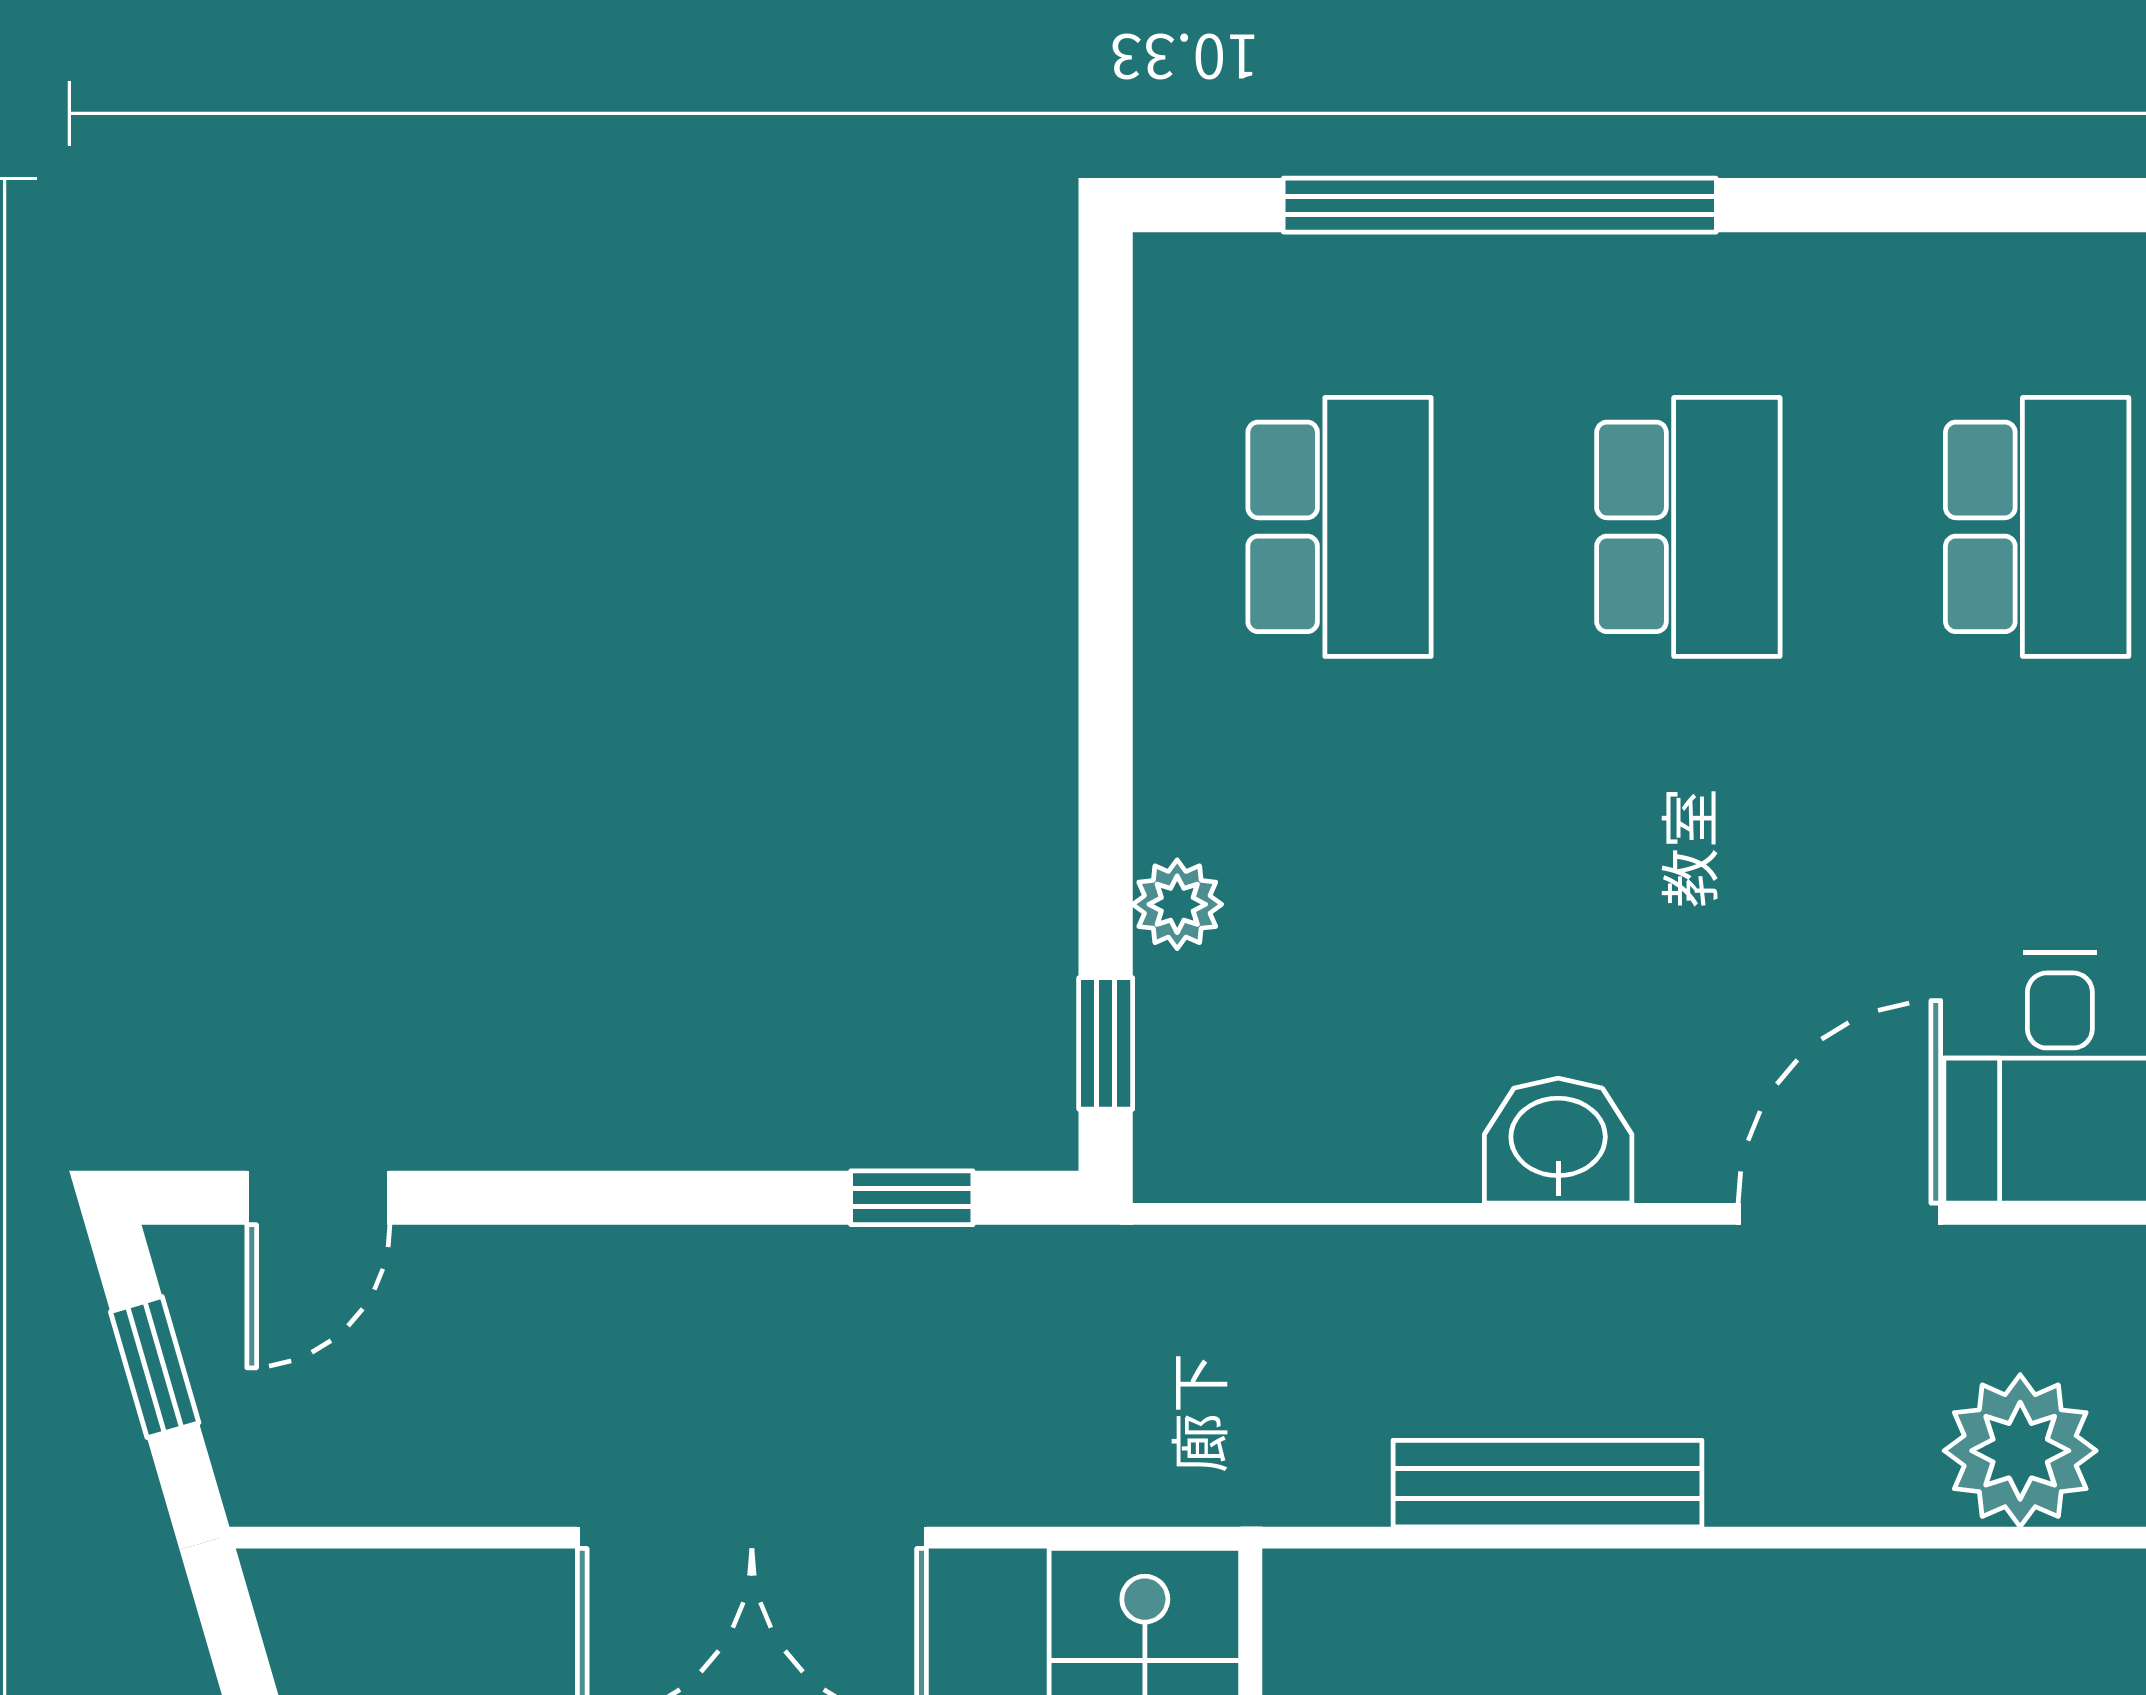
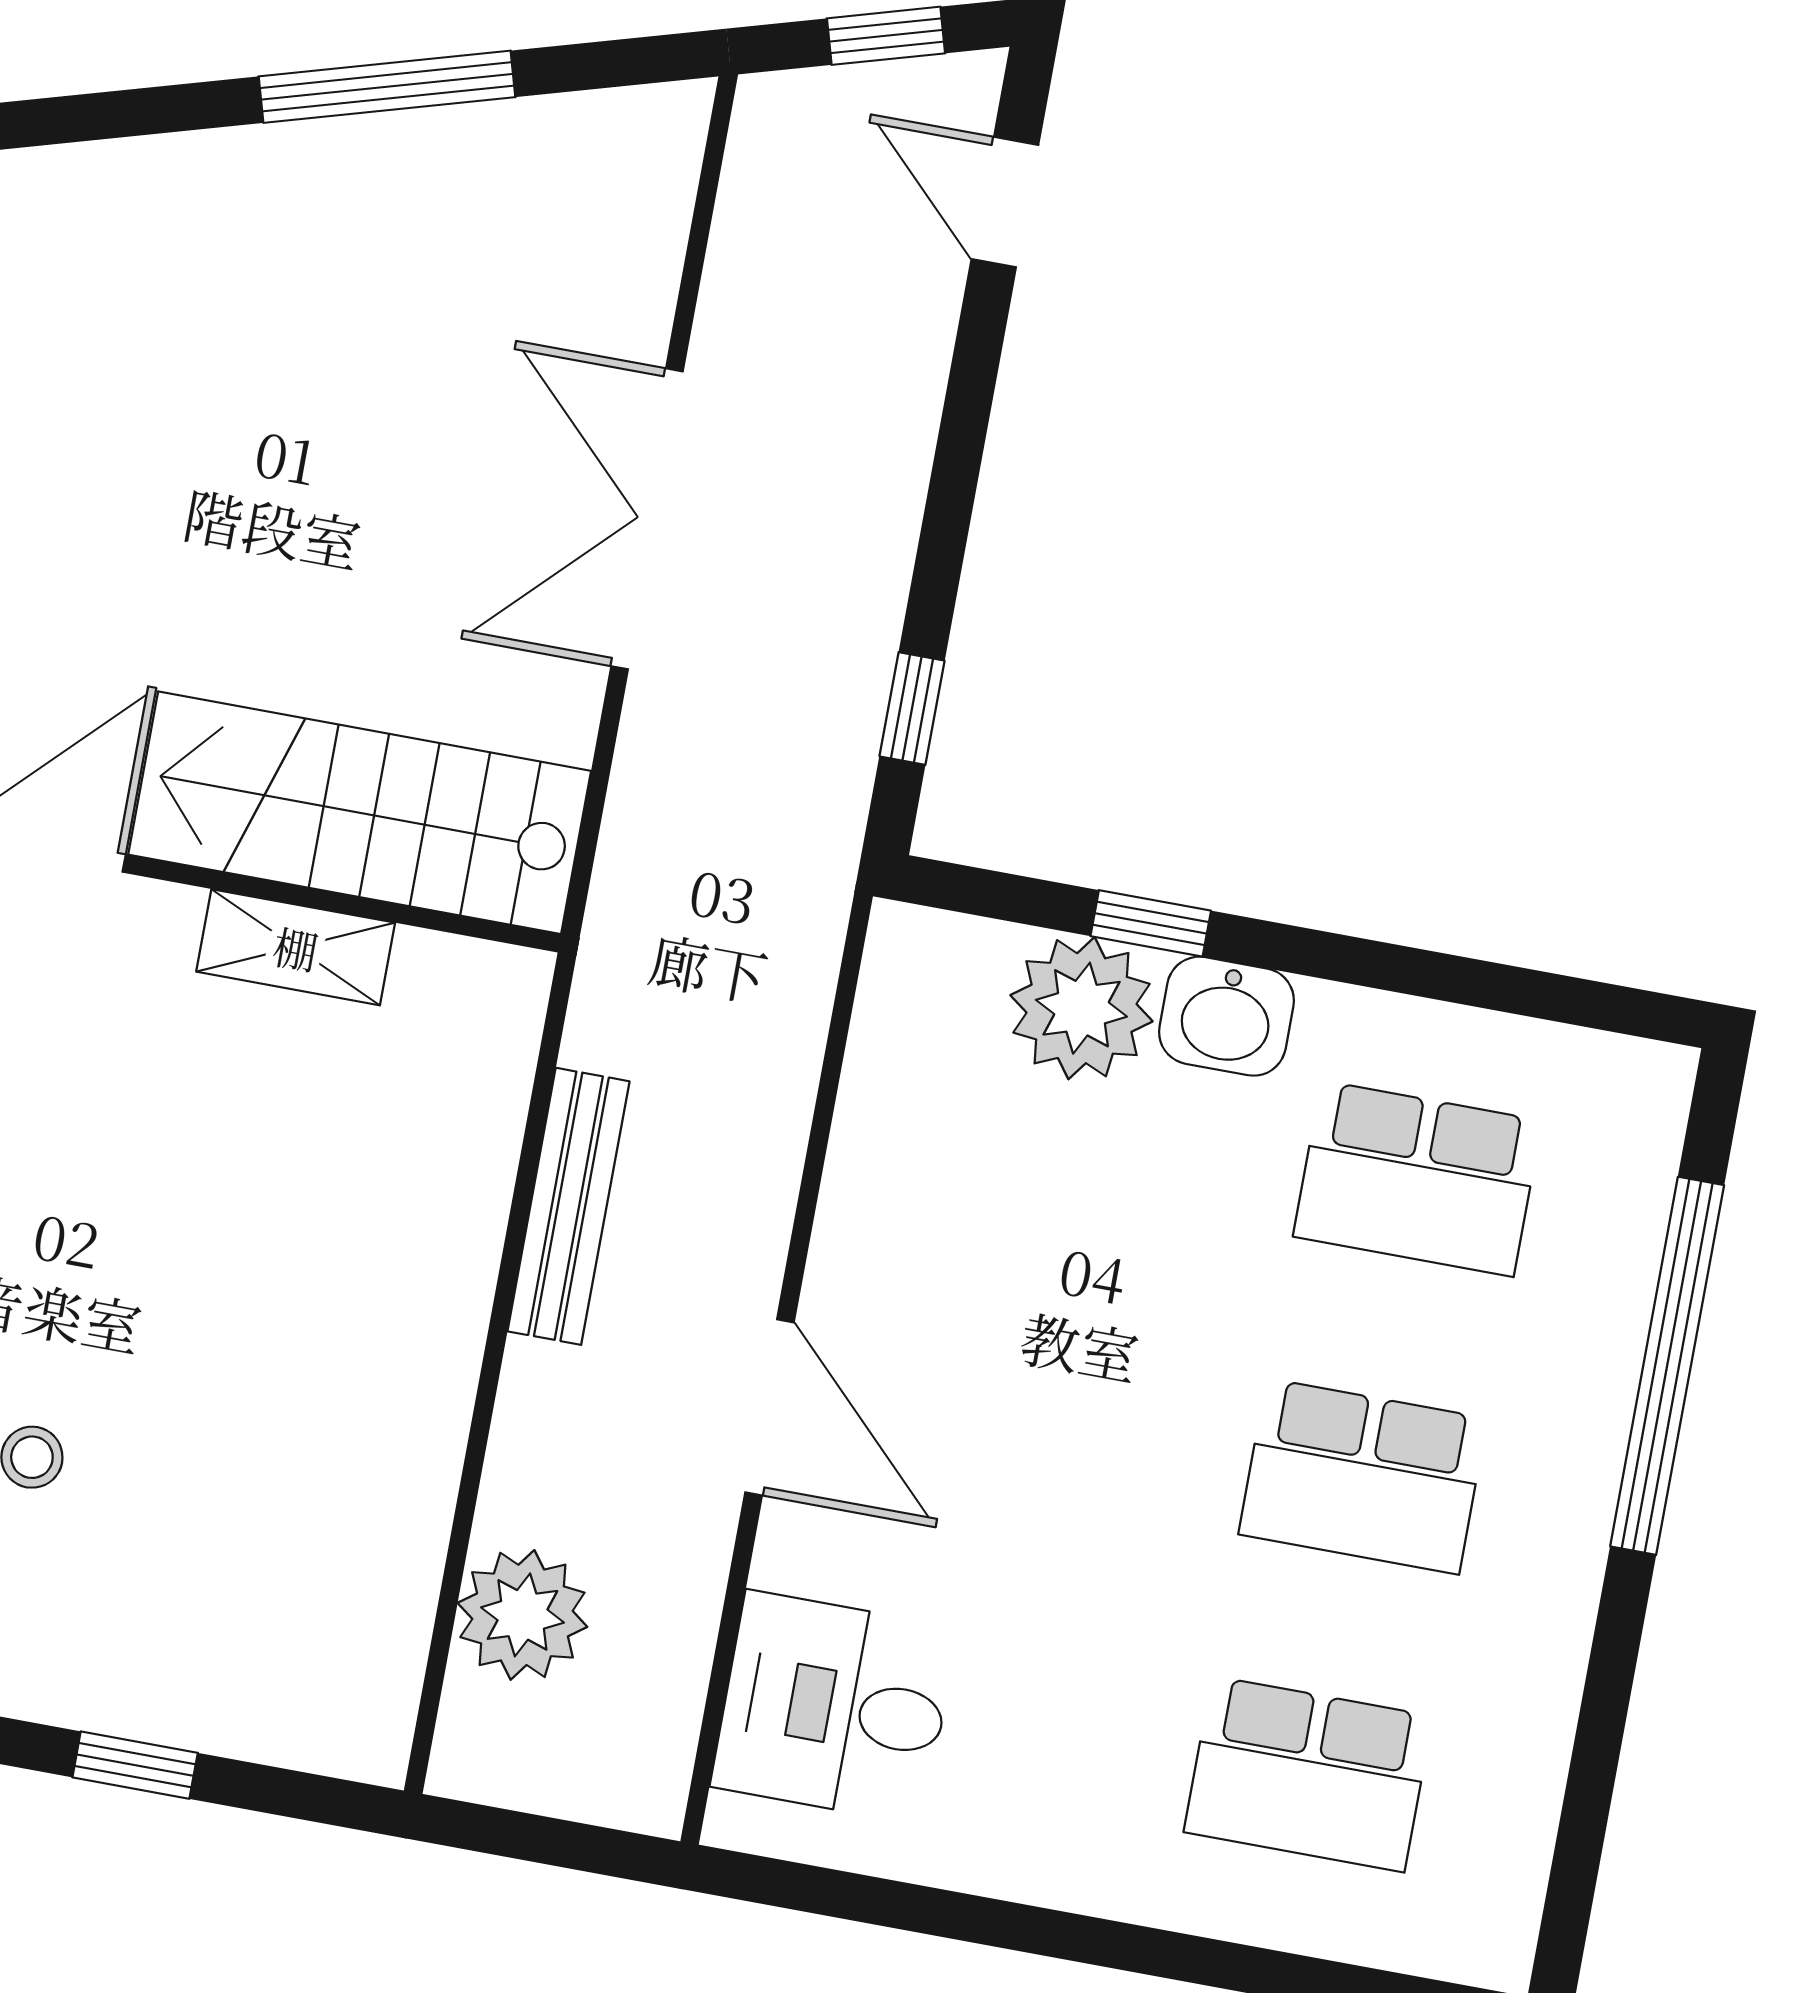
plant: (1177, 904) -> (1081, 1008), width x1.87, depth x1.87
window: (1106, 1043) -> (1151, 923), moved
washbasin: (1558, 1141) -> (1226, 1016), moved, turned 90
door: (1839, 1214) -> (769, 1407), moved

